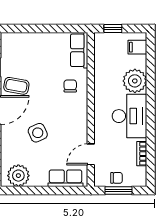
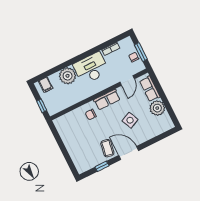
row of seats: (79, 50) -> (107, 100), moved
door: (91, 154) -> (127, 80), hinge flipped
plant: (18, 176) -> (157, 108), moved

